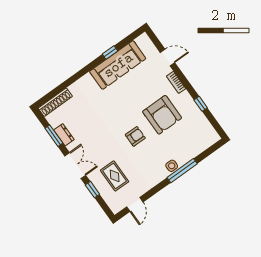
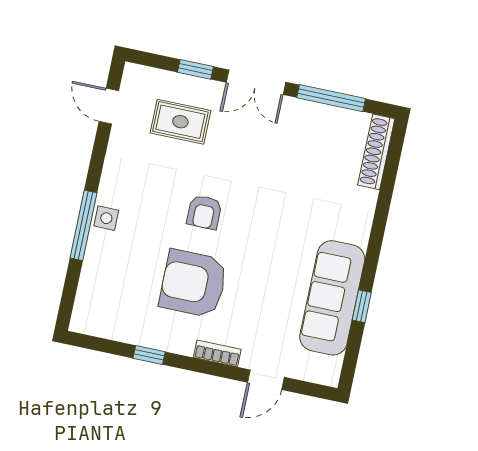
dresser: (64, 135) -> (317, 114), removed
window: (54, 136) -> (331, 98), width x1.44

